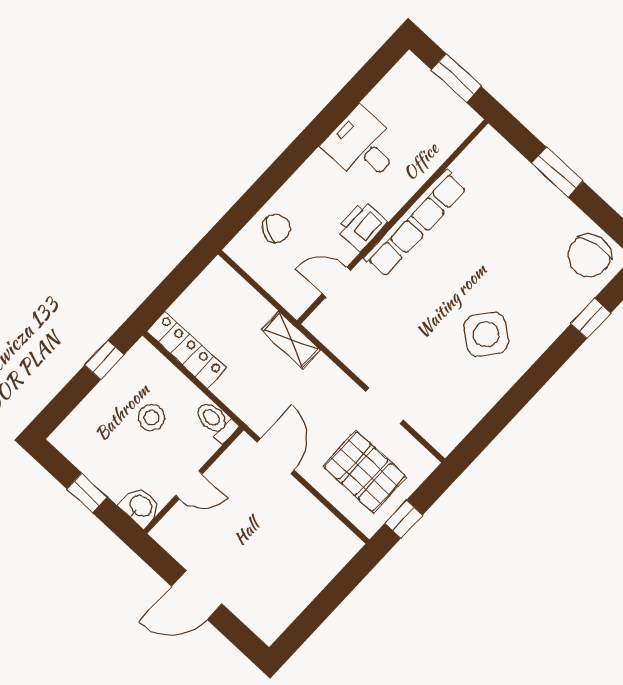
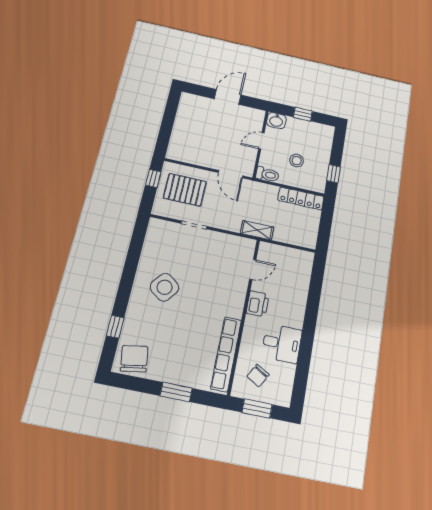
row of seats: (415, 223) -> (226, 354), moved
chair: (276, 228) -> (258, 375), moved

